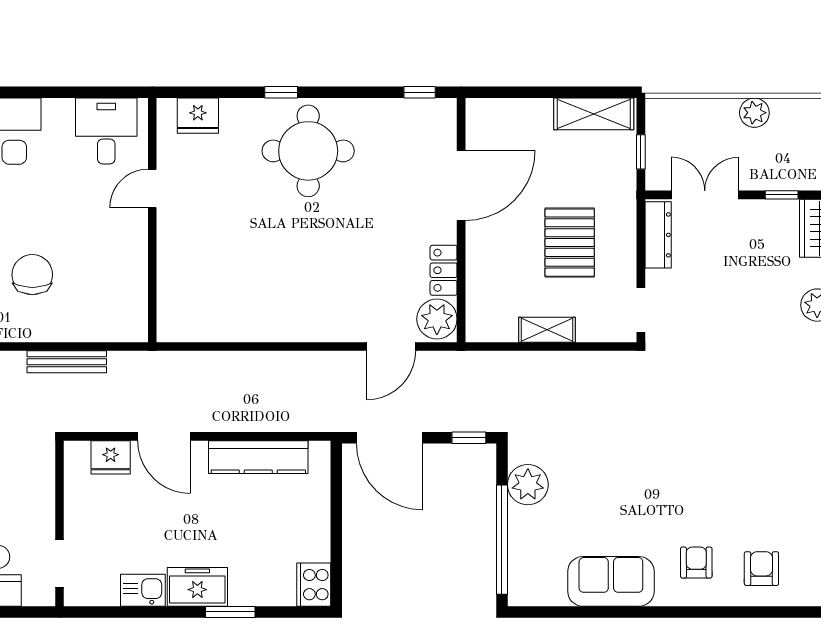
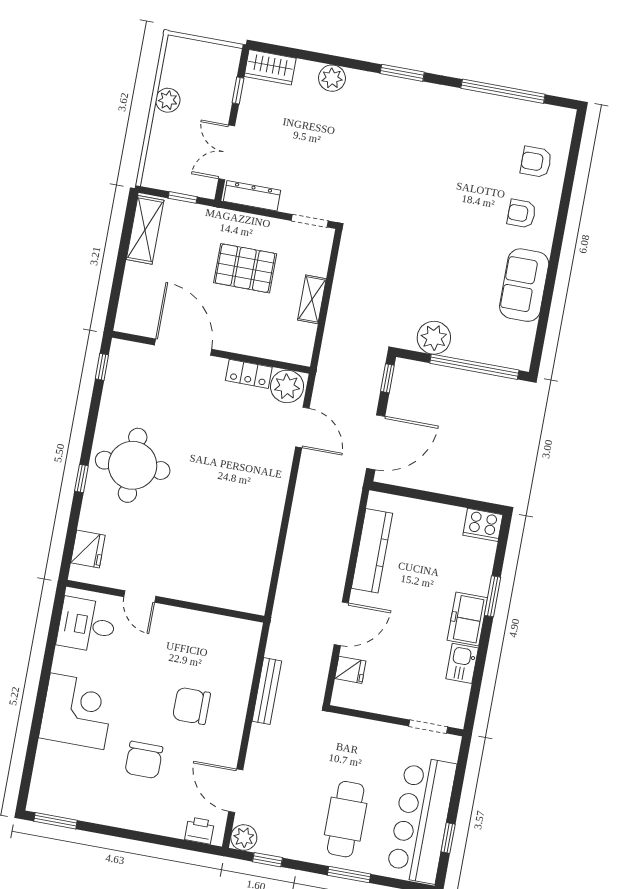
fridge: (111, 457) -> (350, 670), width x0.72

